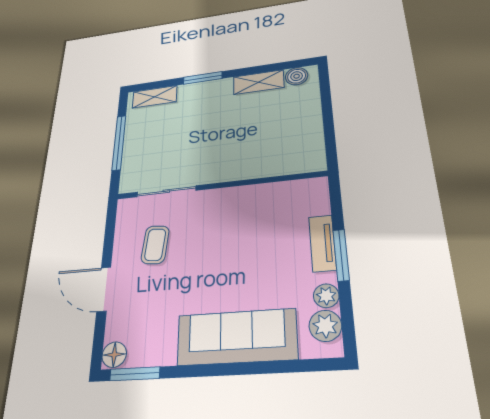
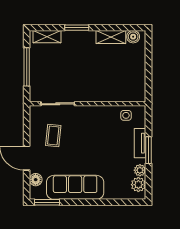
side table: (291, 197) -> (126, 115), added
sofa: (236, 337) -> (75, 187), moved
floor lamp: (114, 355) -> (36, 180), moved

